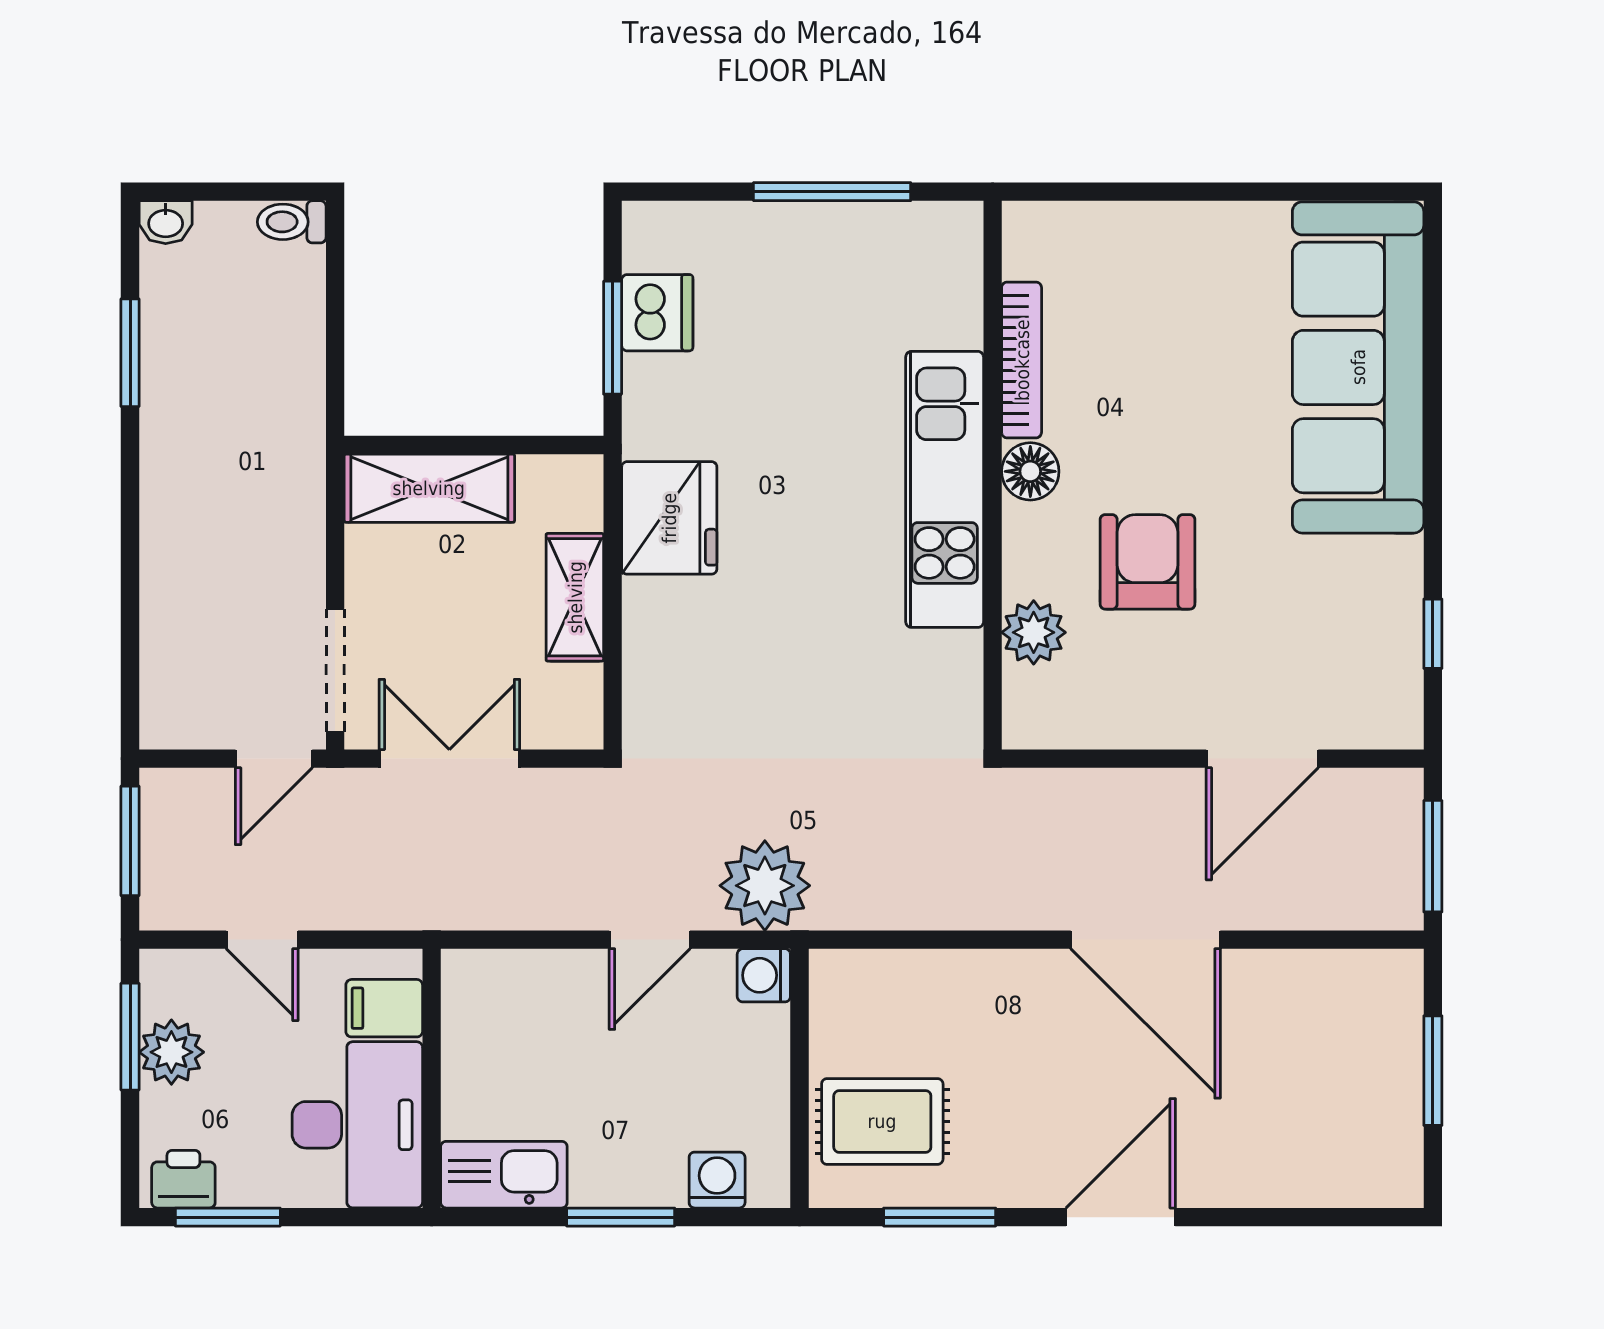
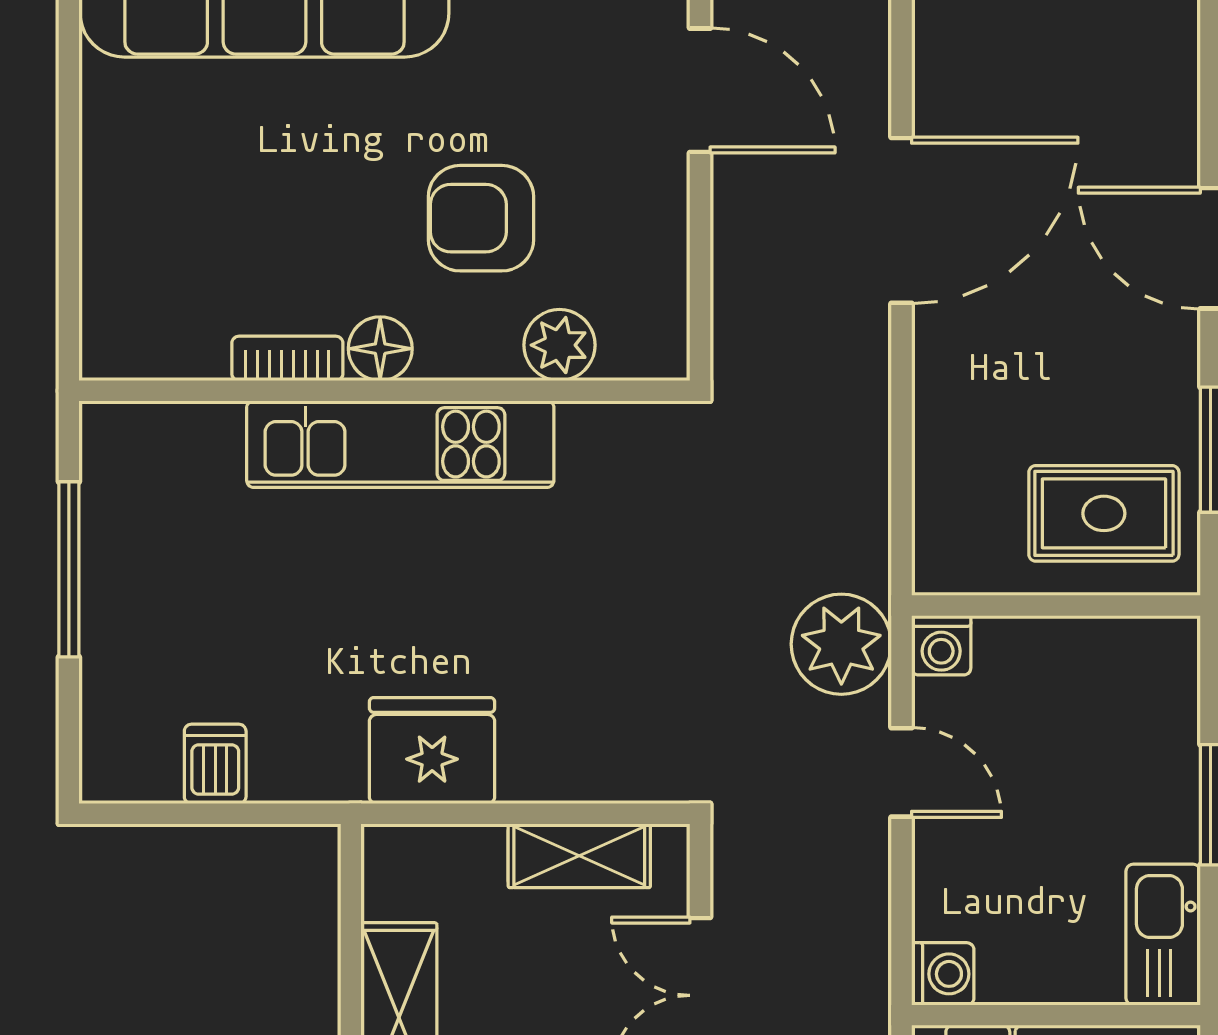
dishwasher: (657, 313) -> (215, 764), width x0.73
window: (613, 338) -> (231, 814), removed
bookcase: (1022, 360) -> (287, 358), width x0.64
shelving: (575, 597) -> (579, 856), moved
rug: (882, 1121) -> (1104, 513), turned 90
washing machine: (717, 1180) -> (943, 974), moved, turned 180

